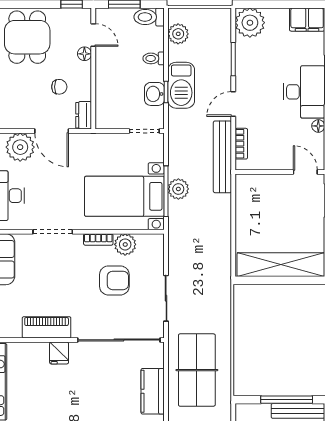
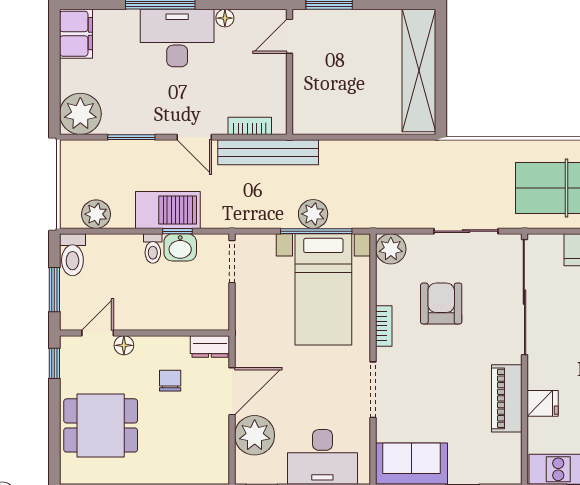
toilet: (154, 58) -> (153, 249), moved
plant: (125, 244) -> (391, 249), moved
fridge: (59, 353) -> (543, 403), moved

